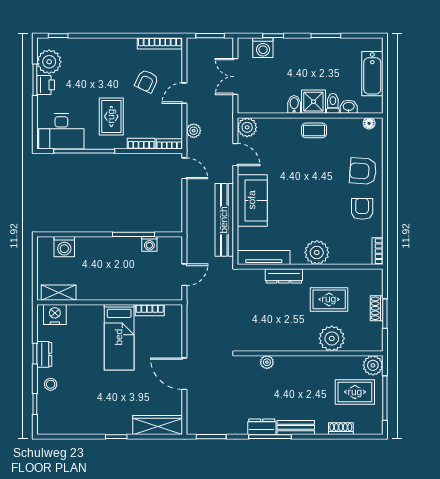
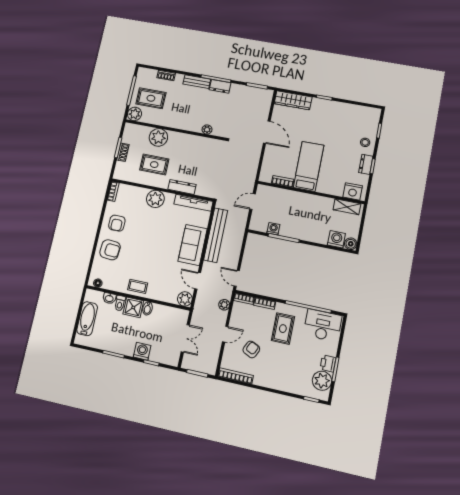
washing machine: (263, 48) -> (142, 351), moved
boiler: (45, 244) -> (351, 244), added

